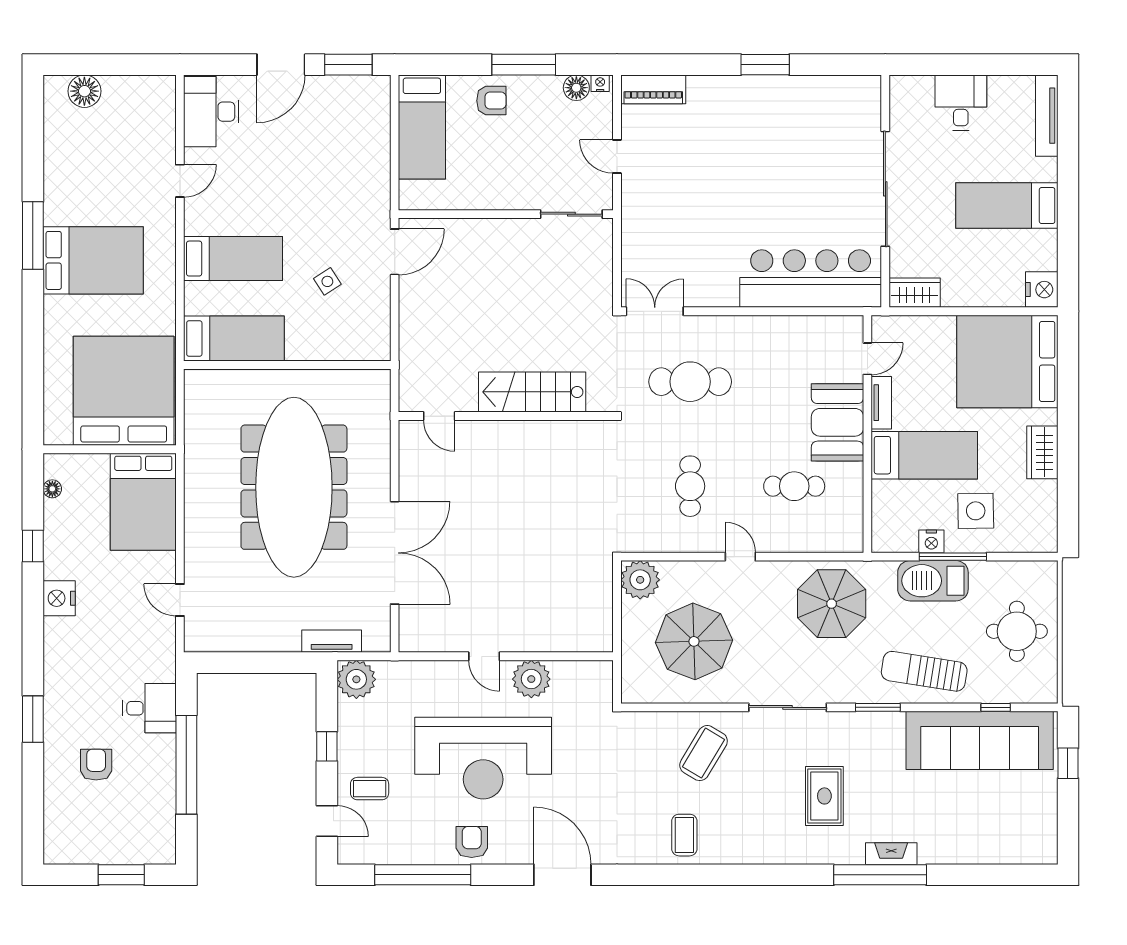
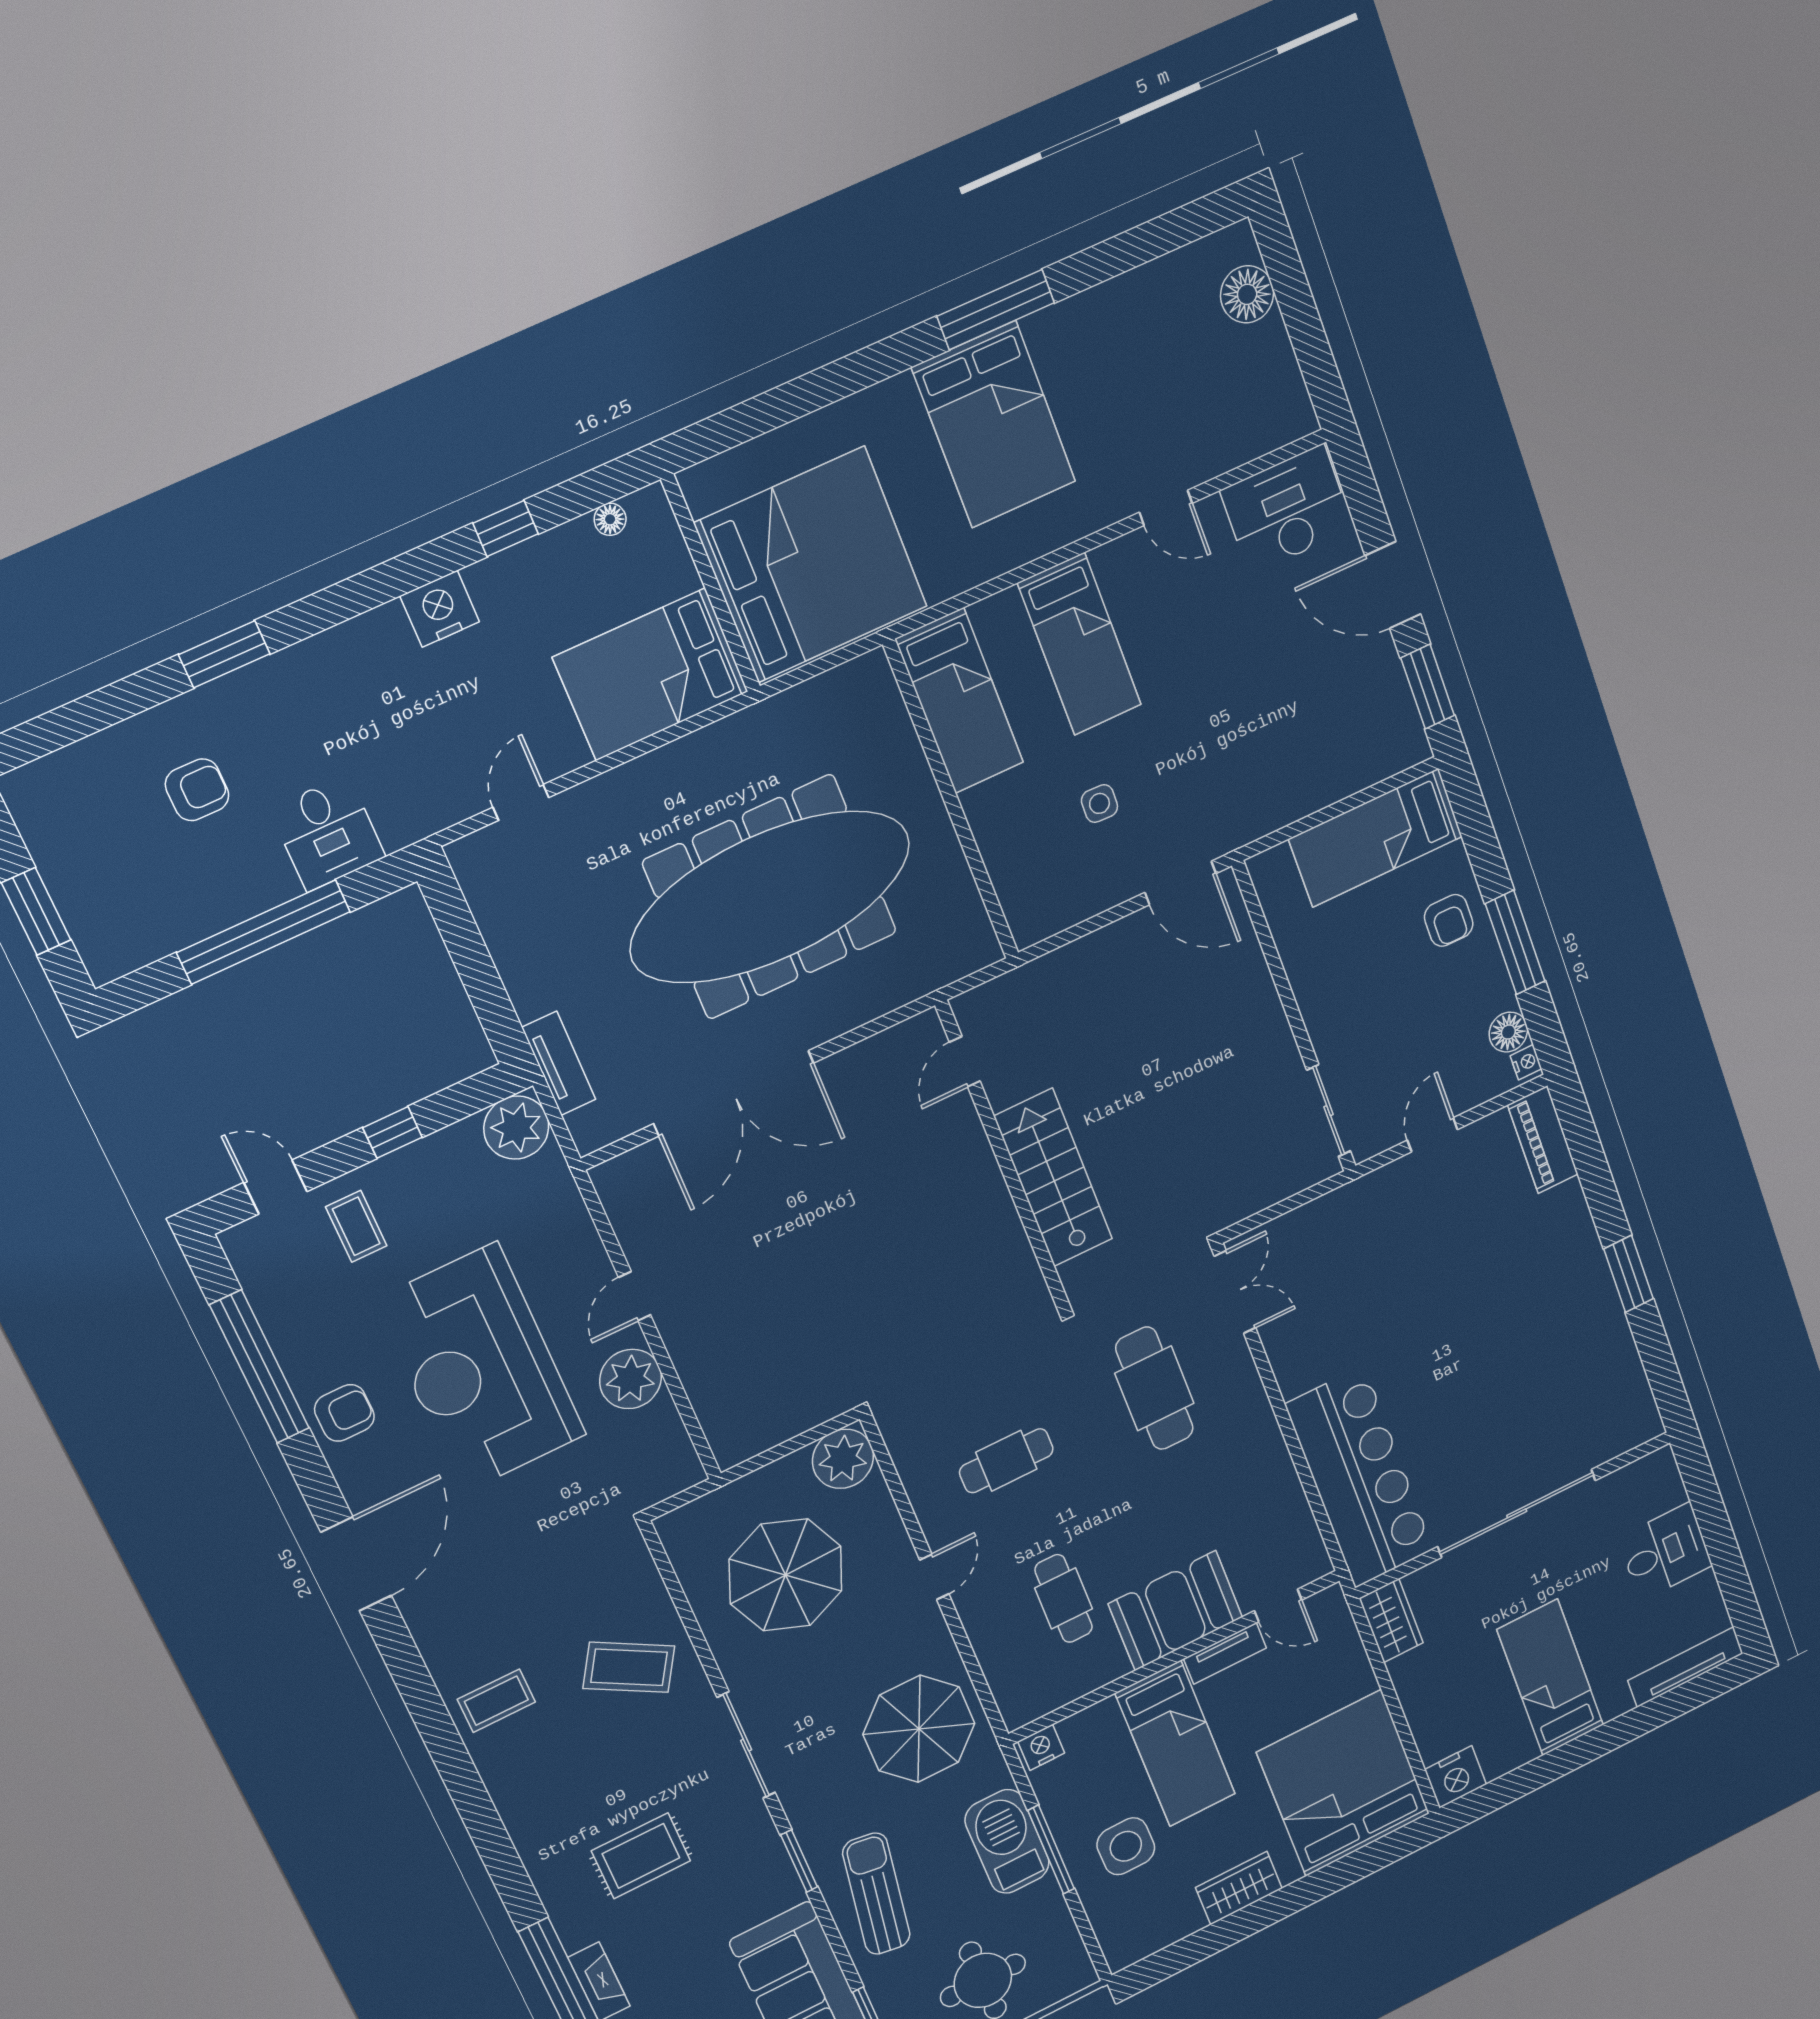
side table: (327, 281) -> (1099, 803), turned 35
nightstand: (931, 541) -> (1041, 1747), moved, turned 90
door: (327, 821) -> (275, 1187), swing flipped

